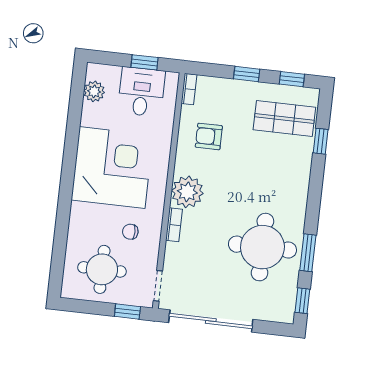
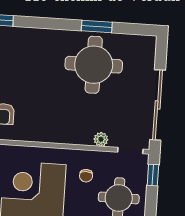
plant: (187, 192) -> (101, 139), moved, width x0.53, depth x0.53
bookcase: (174, 225) -> (79, 140), removed
window: (302, 301) -> (137, 29), removed

